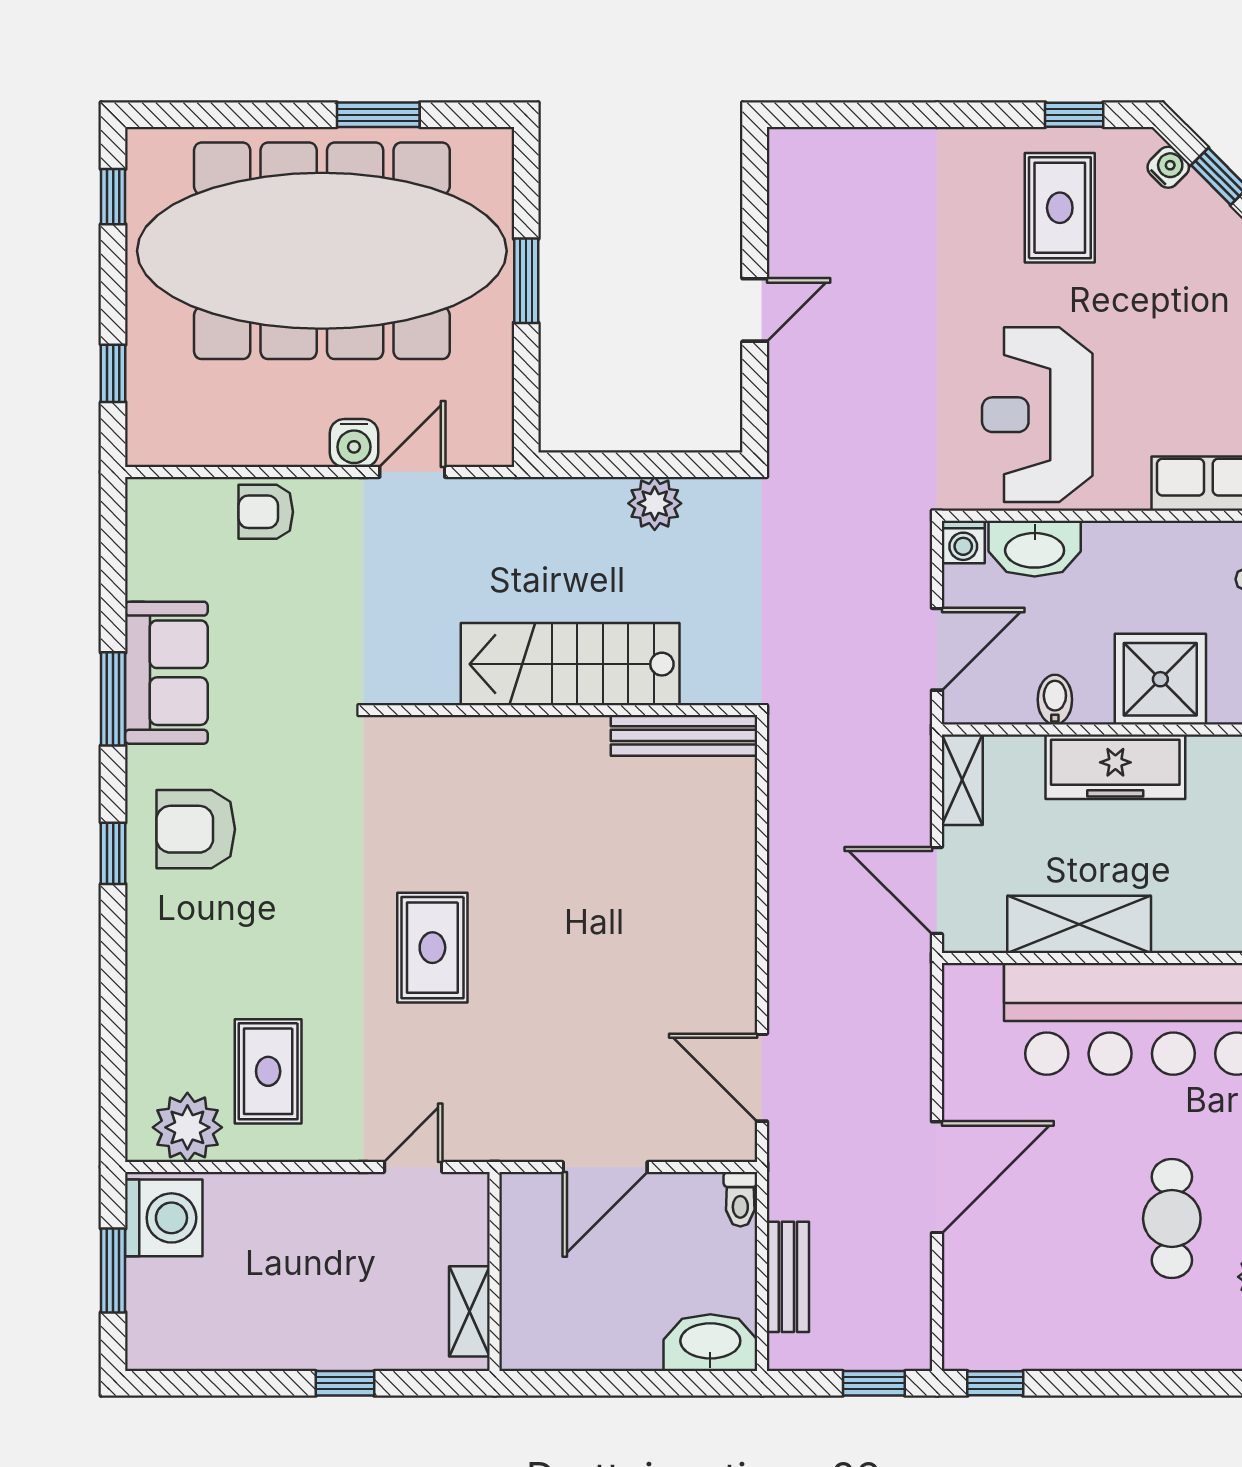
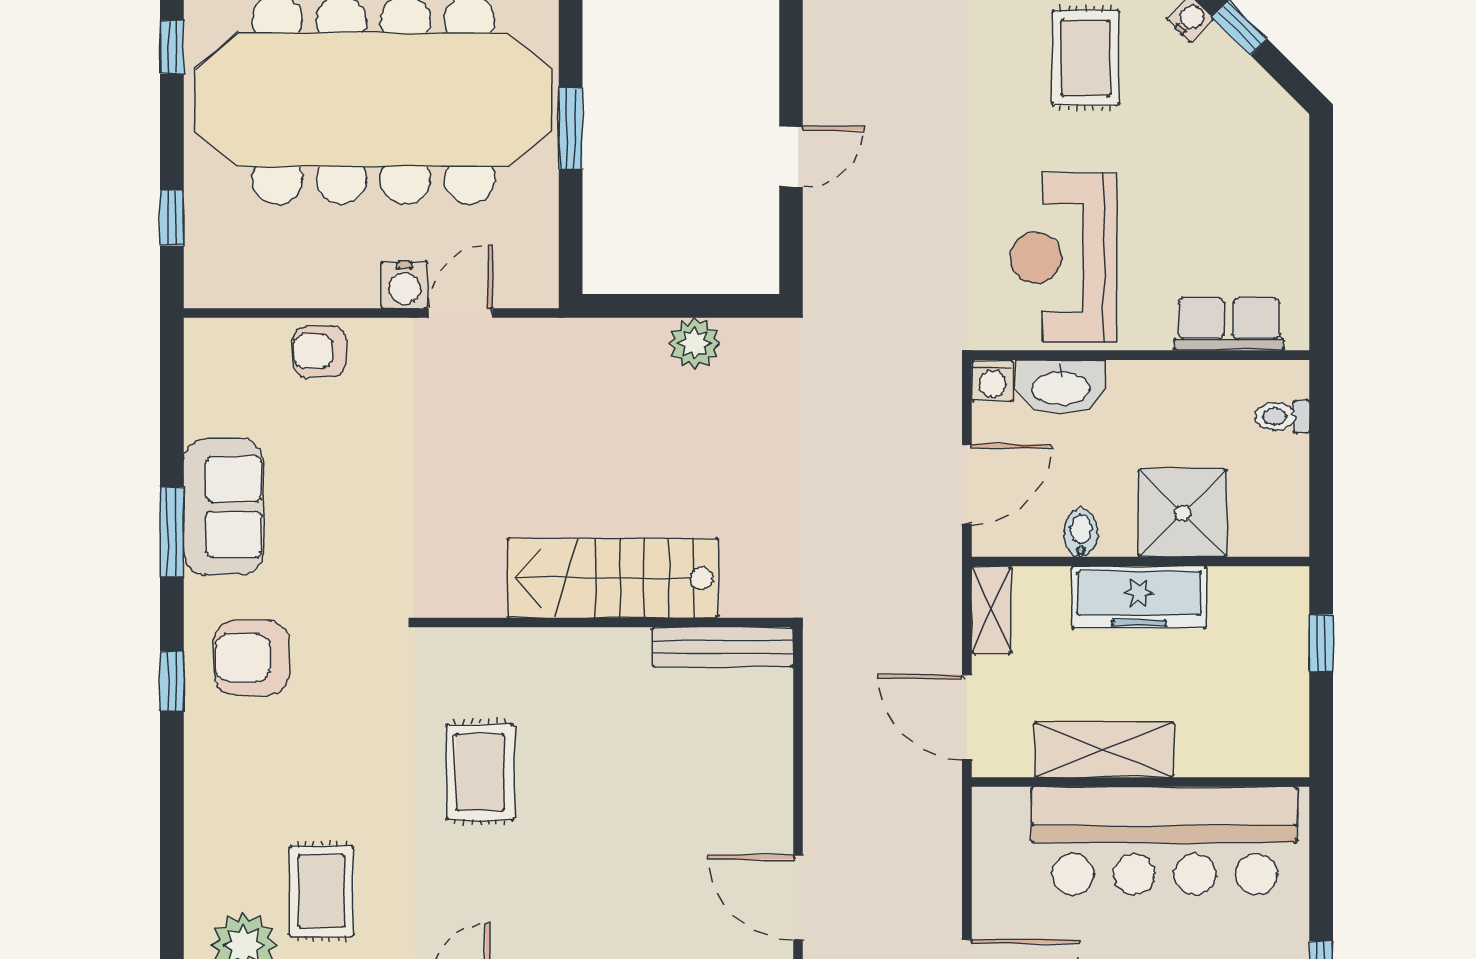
stairs: (570, 664) -> (613, 578), moved
wall: (563, 710) -> (606, 623), moved
bench: (684, 735) -> (723, 647), moved

